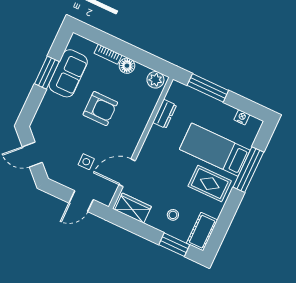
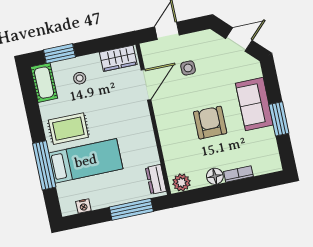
sofa: (68, 73) -> (254, 104), moved
armchair: (100, 109) -> (210, 123), turned 90
dresser: (165, 114) -> (156, 179), moved

